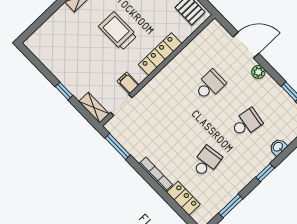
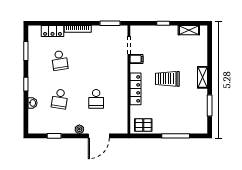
trolley: (118, 31) -> (167, 79), turned 180
shelving: (94, 108) -> (189, 30), moved

